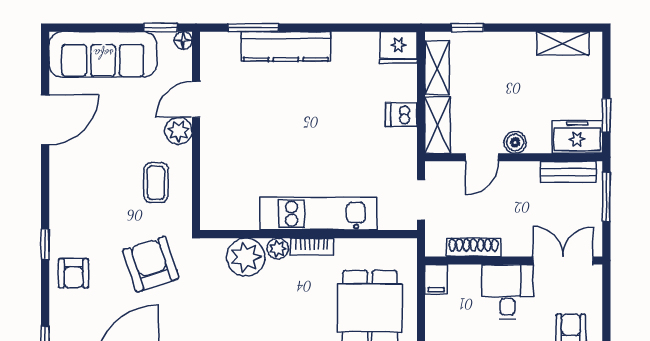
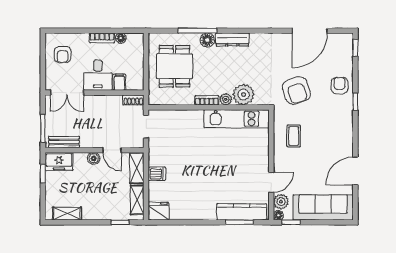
kitchen counter: (286, 46) -> (242, 212), moved
plant: (178, 131) -> (281, 202), moved
door: (482, 157) -> (112, 150), swing flipped
kitchen unit: (319, 214) -> (237, 119), moved
shoe rack: (474, 247) -> (133, 100), moved, width x0.70
filing cabinet: (436, 279) -> (119, 82), moved

